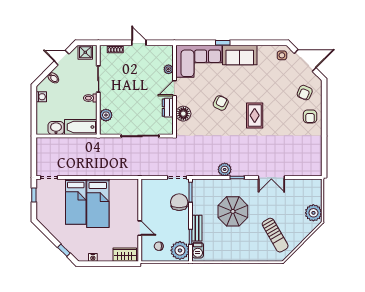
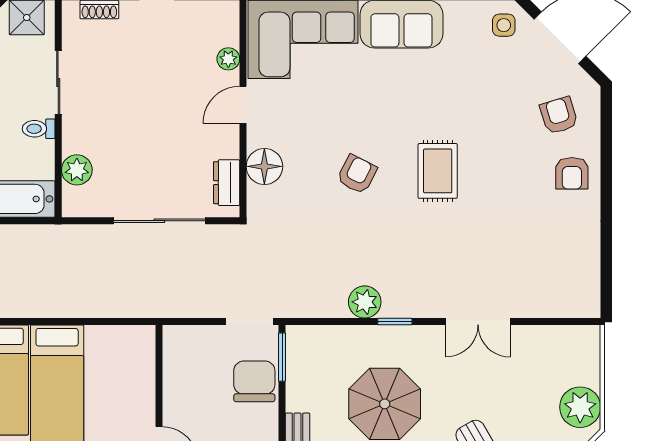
armchair: (305, 93) -> (559, 115), turned 140
armchair: (221, 103) -> (357, 174), moved
dresser: (168, 108) -> (227, 183), moved

